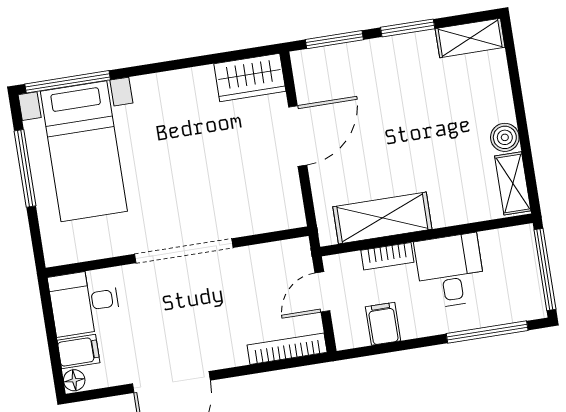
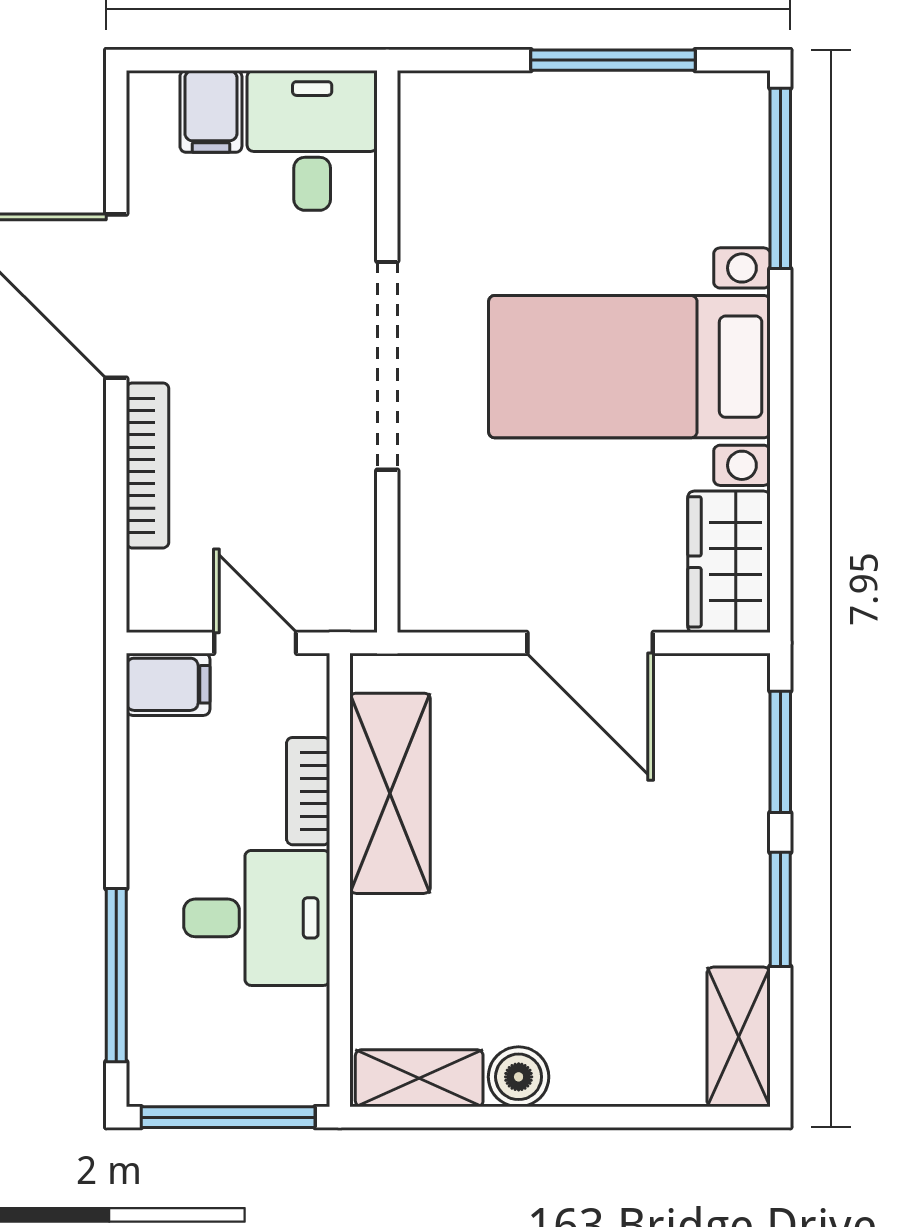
bed with nightstands: (84, 151) -> (629, 367), moved
filing cabinet: (383, 324) -> (168, 684), moved
bookcase: (287, 349) -> (148, 465), moved
floor lamp: (74, 380) -> (152, 93), removed

